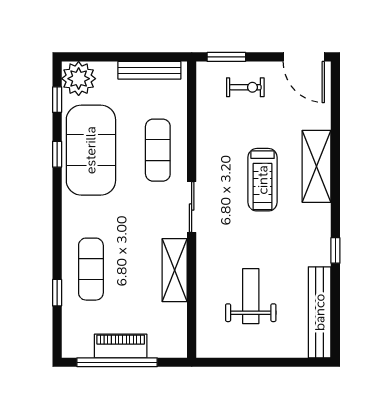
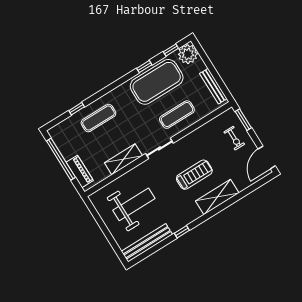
treadmill: (263, 180) -> (194, 175), turned 180
weight bench: (251, 296) -> (134, 204), width x1.36, depth x1.33
piano: (121, 346) -> (80, 171), moved

